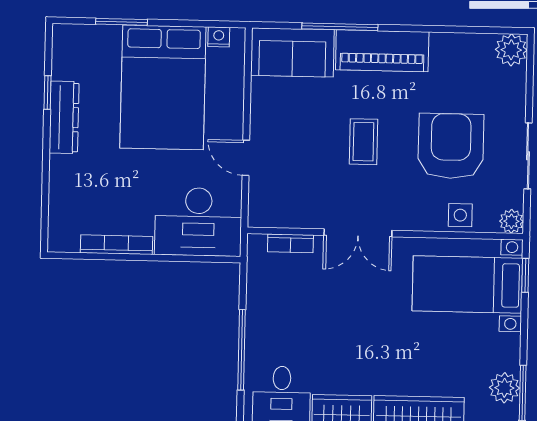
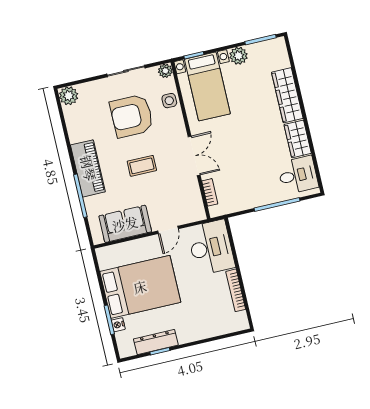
nightstand: (219, 37) -> (118, 325), moved
sofa: (292, 52) -> (125, 224), moved, turned -90
dresser: (64, 117) -> (156, 342), moved
plant: (504, 388) -> (238, 56), moved

